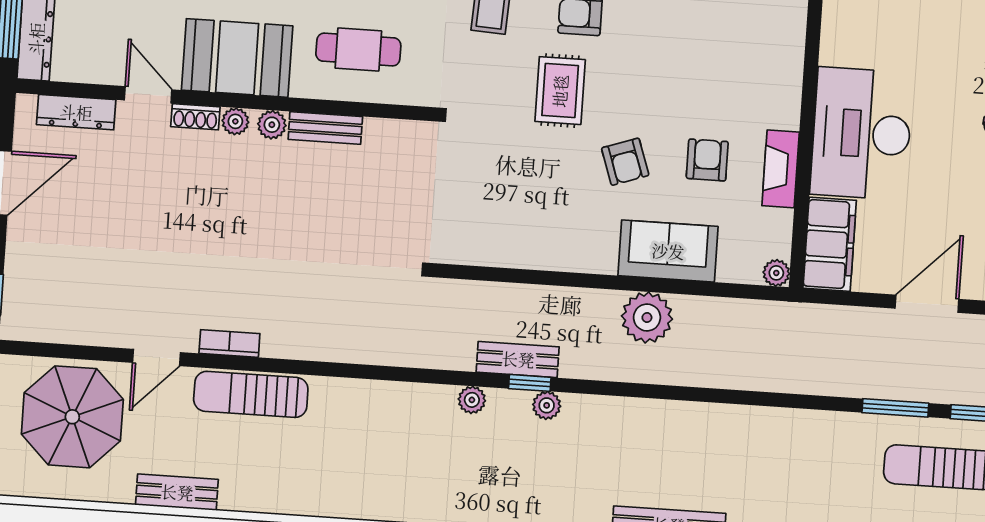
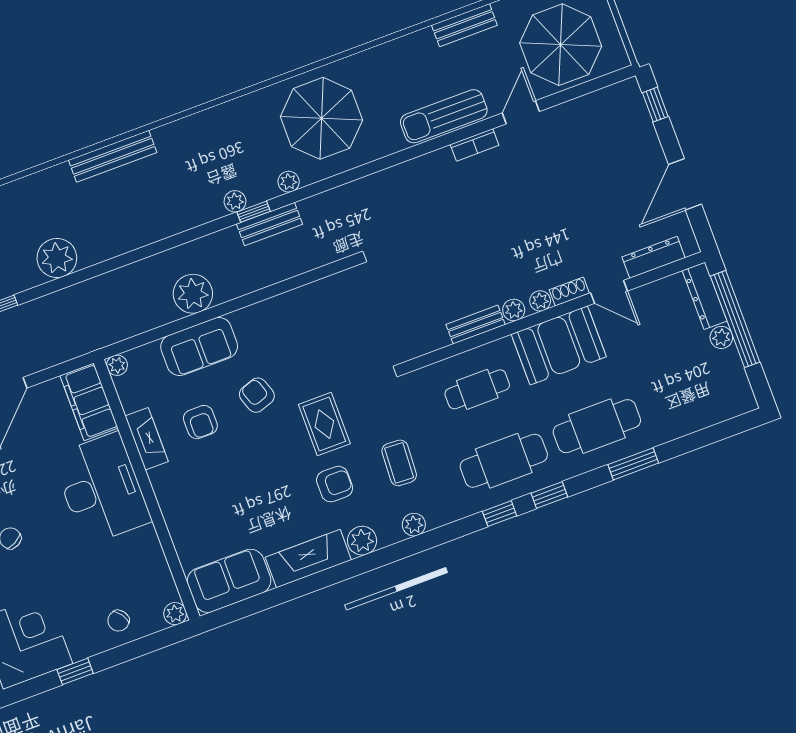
sun lounger: (251, 394) -> (444, 116), turned 180
plant: (790, 434) -> (57, 258), added
parasol: (398, 458) -> (321, 118), added

